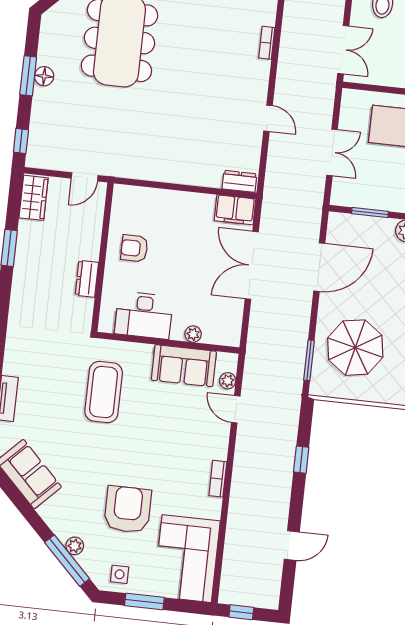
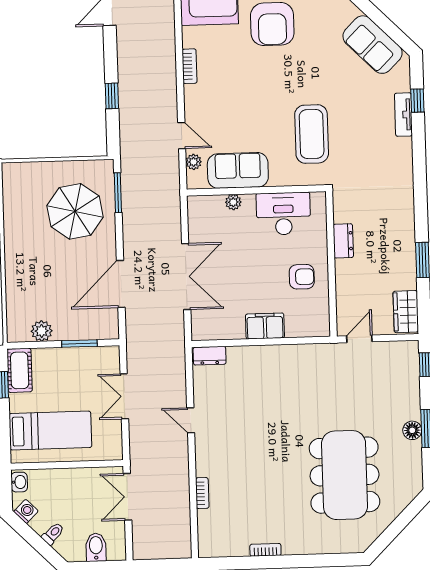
filing cabinet: (235, 210) -> (265, 326), moved

